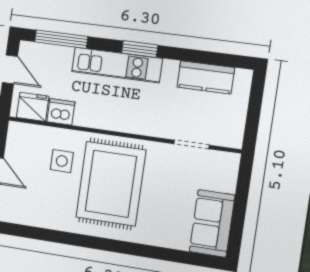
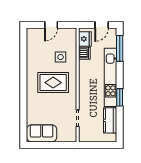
window: (140, 49) -> (120, 97), moved
kitchen unit: (117, 65) -> (111, 77), width x1.36
rug: (111, 184) -> (53, 83), width x0.73, depth x0.69

